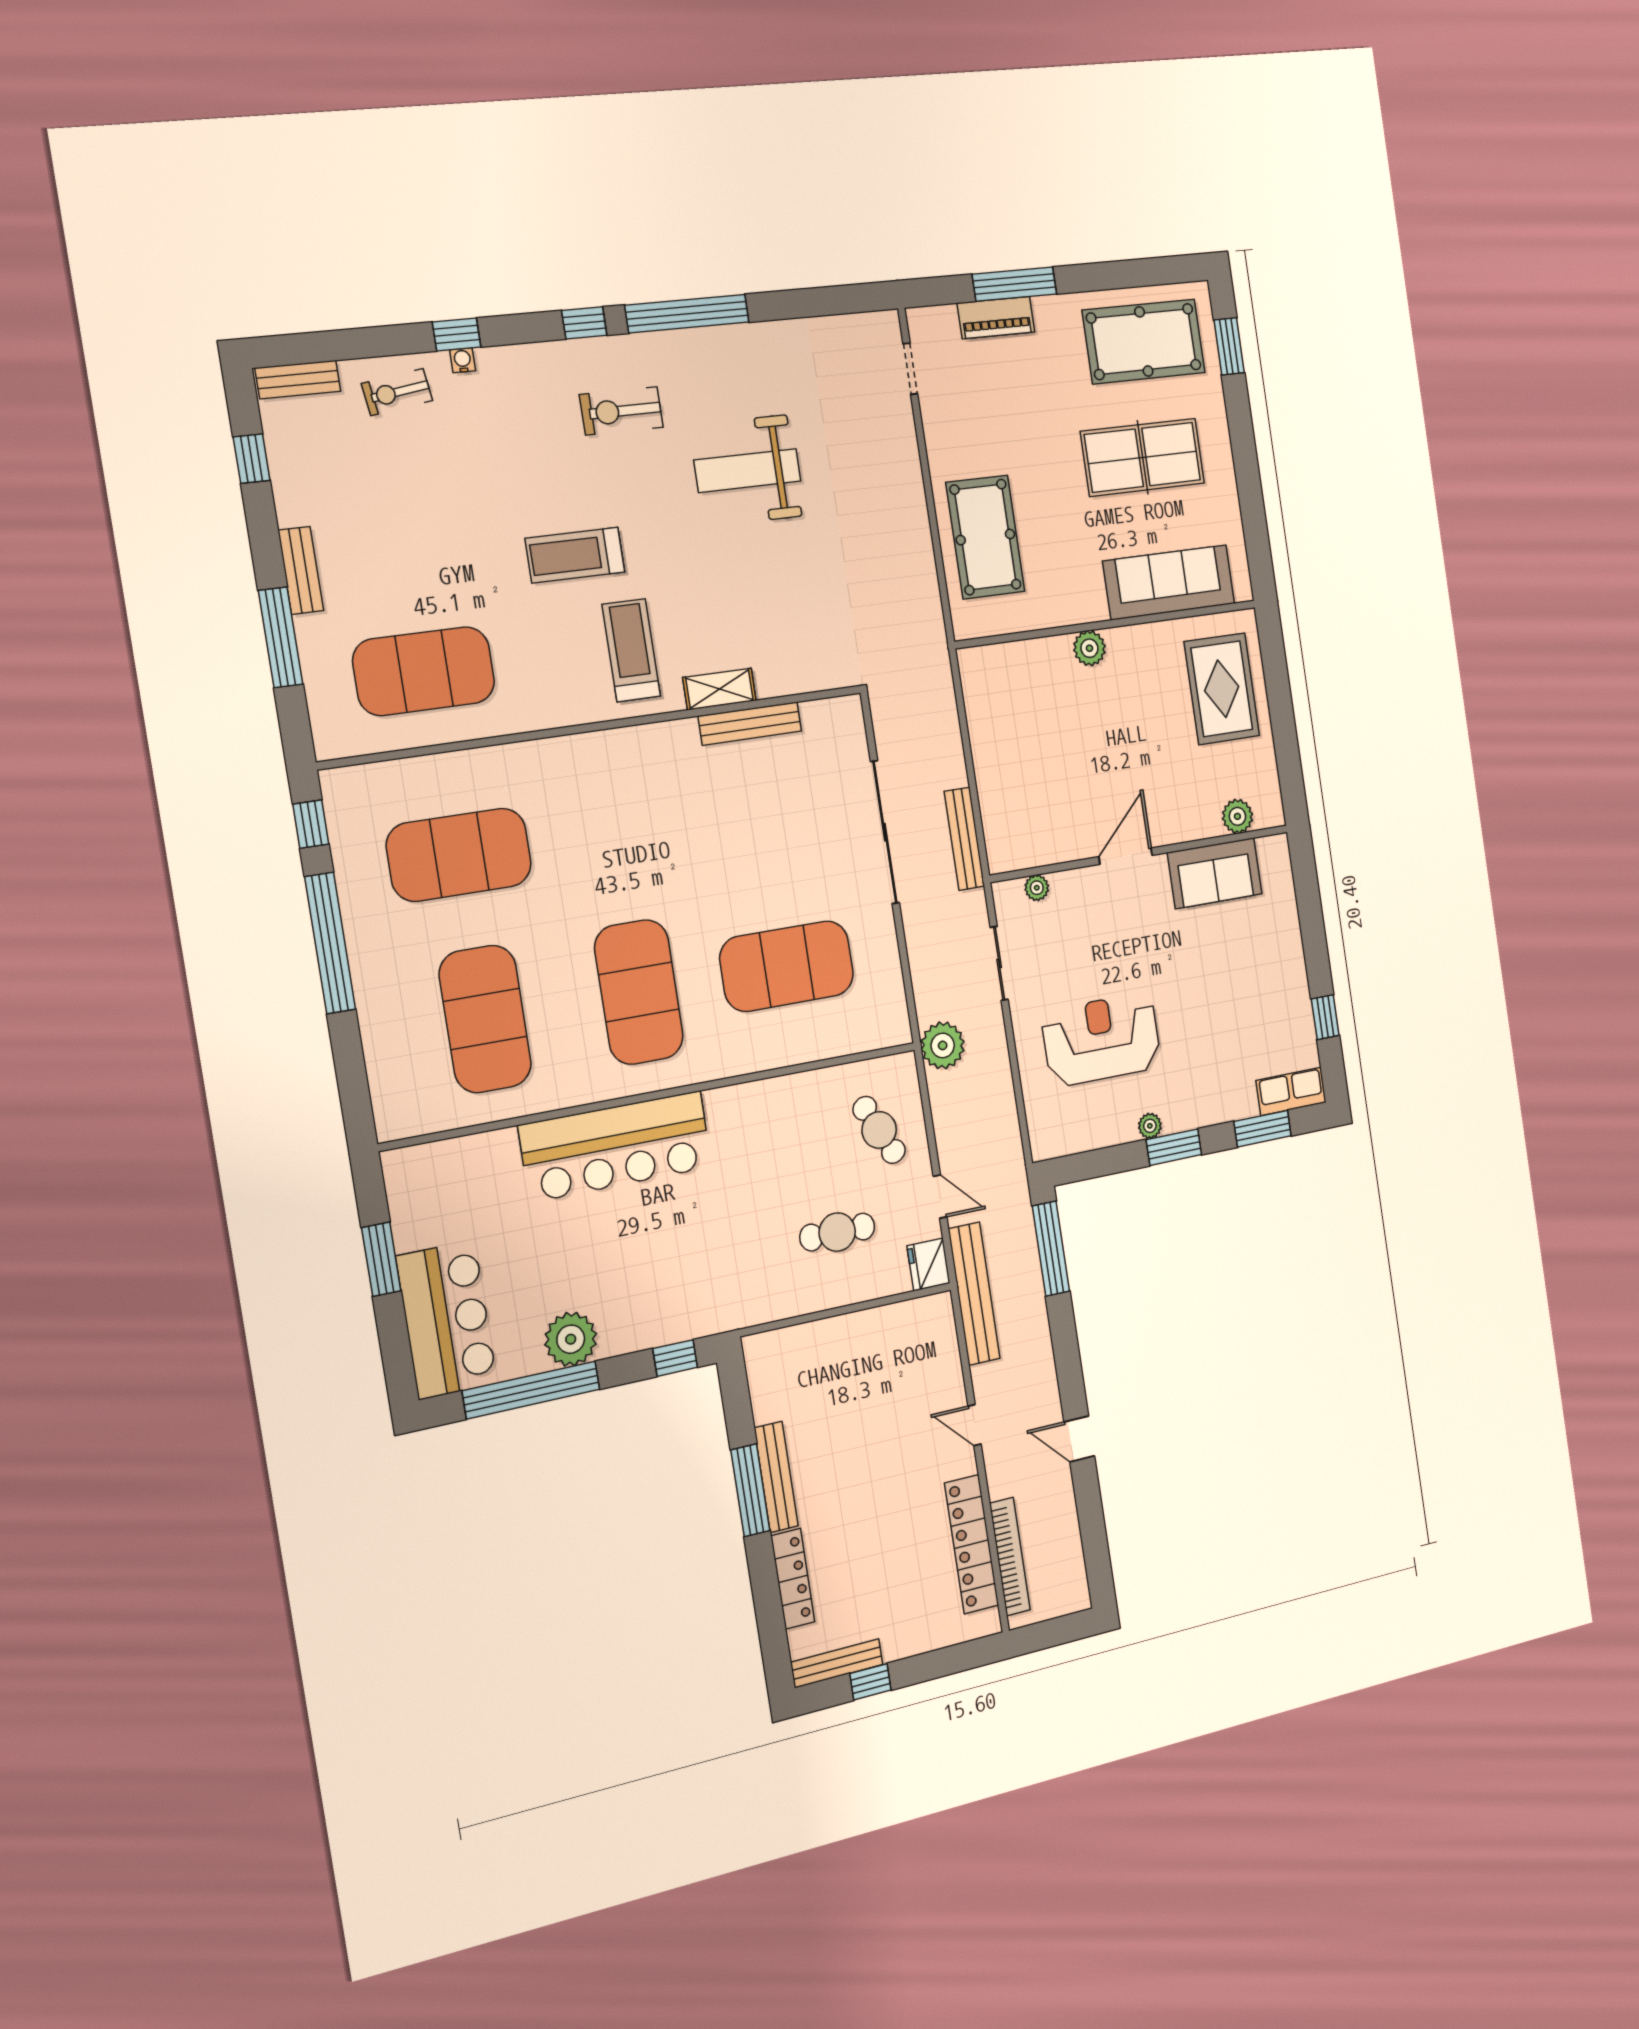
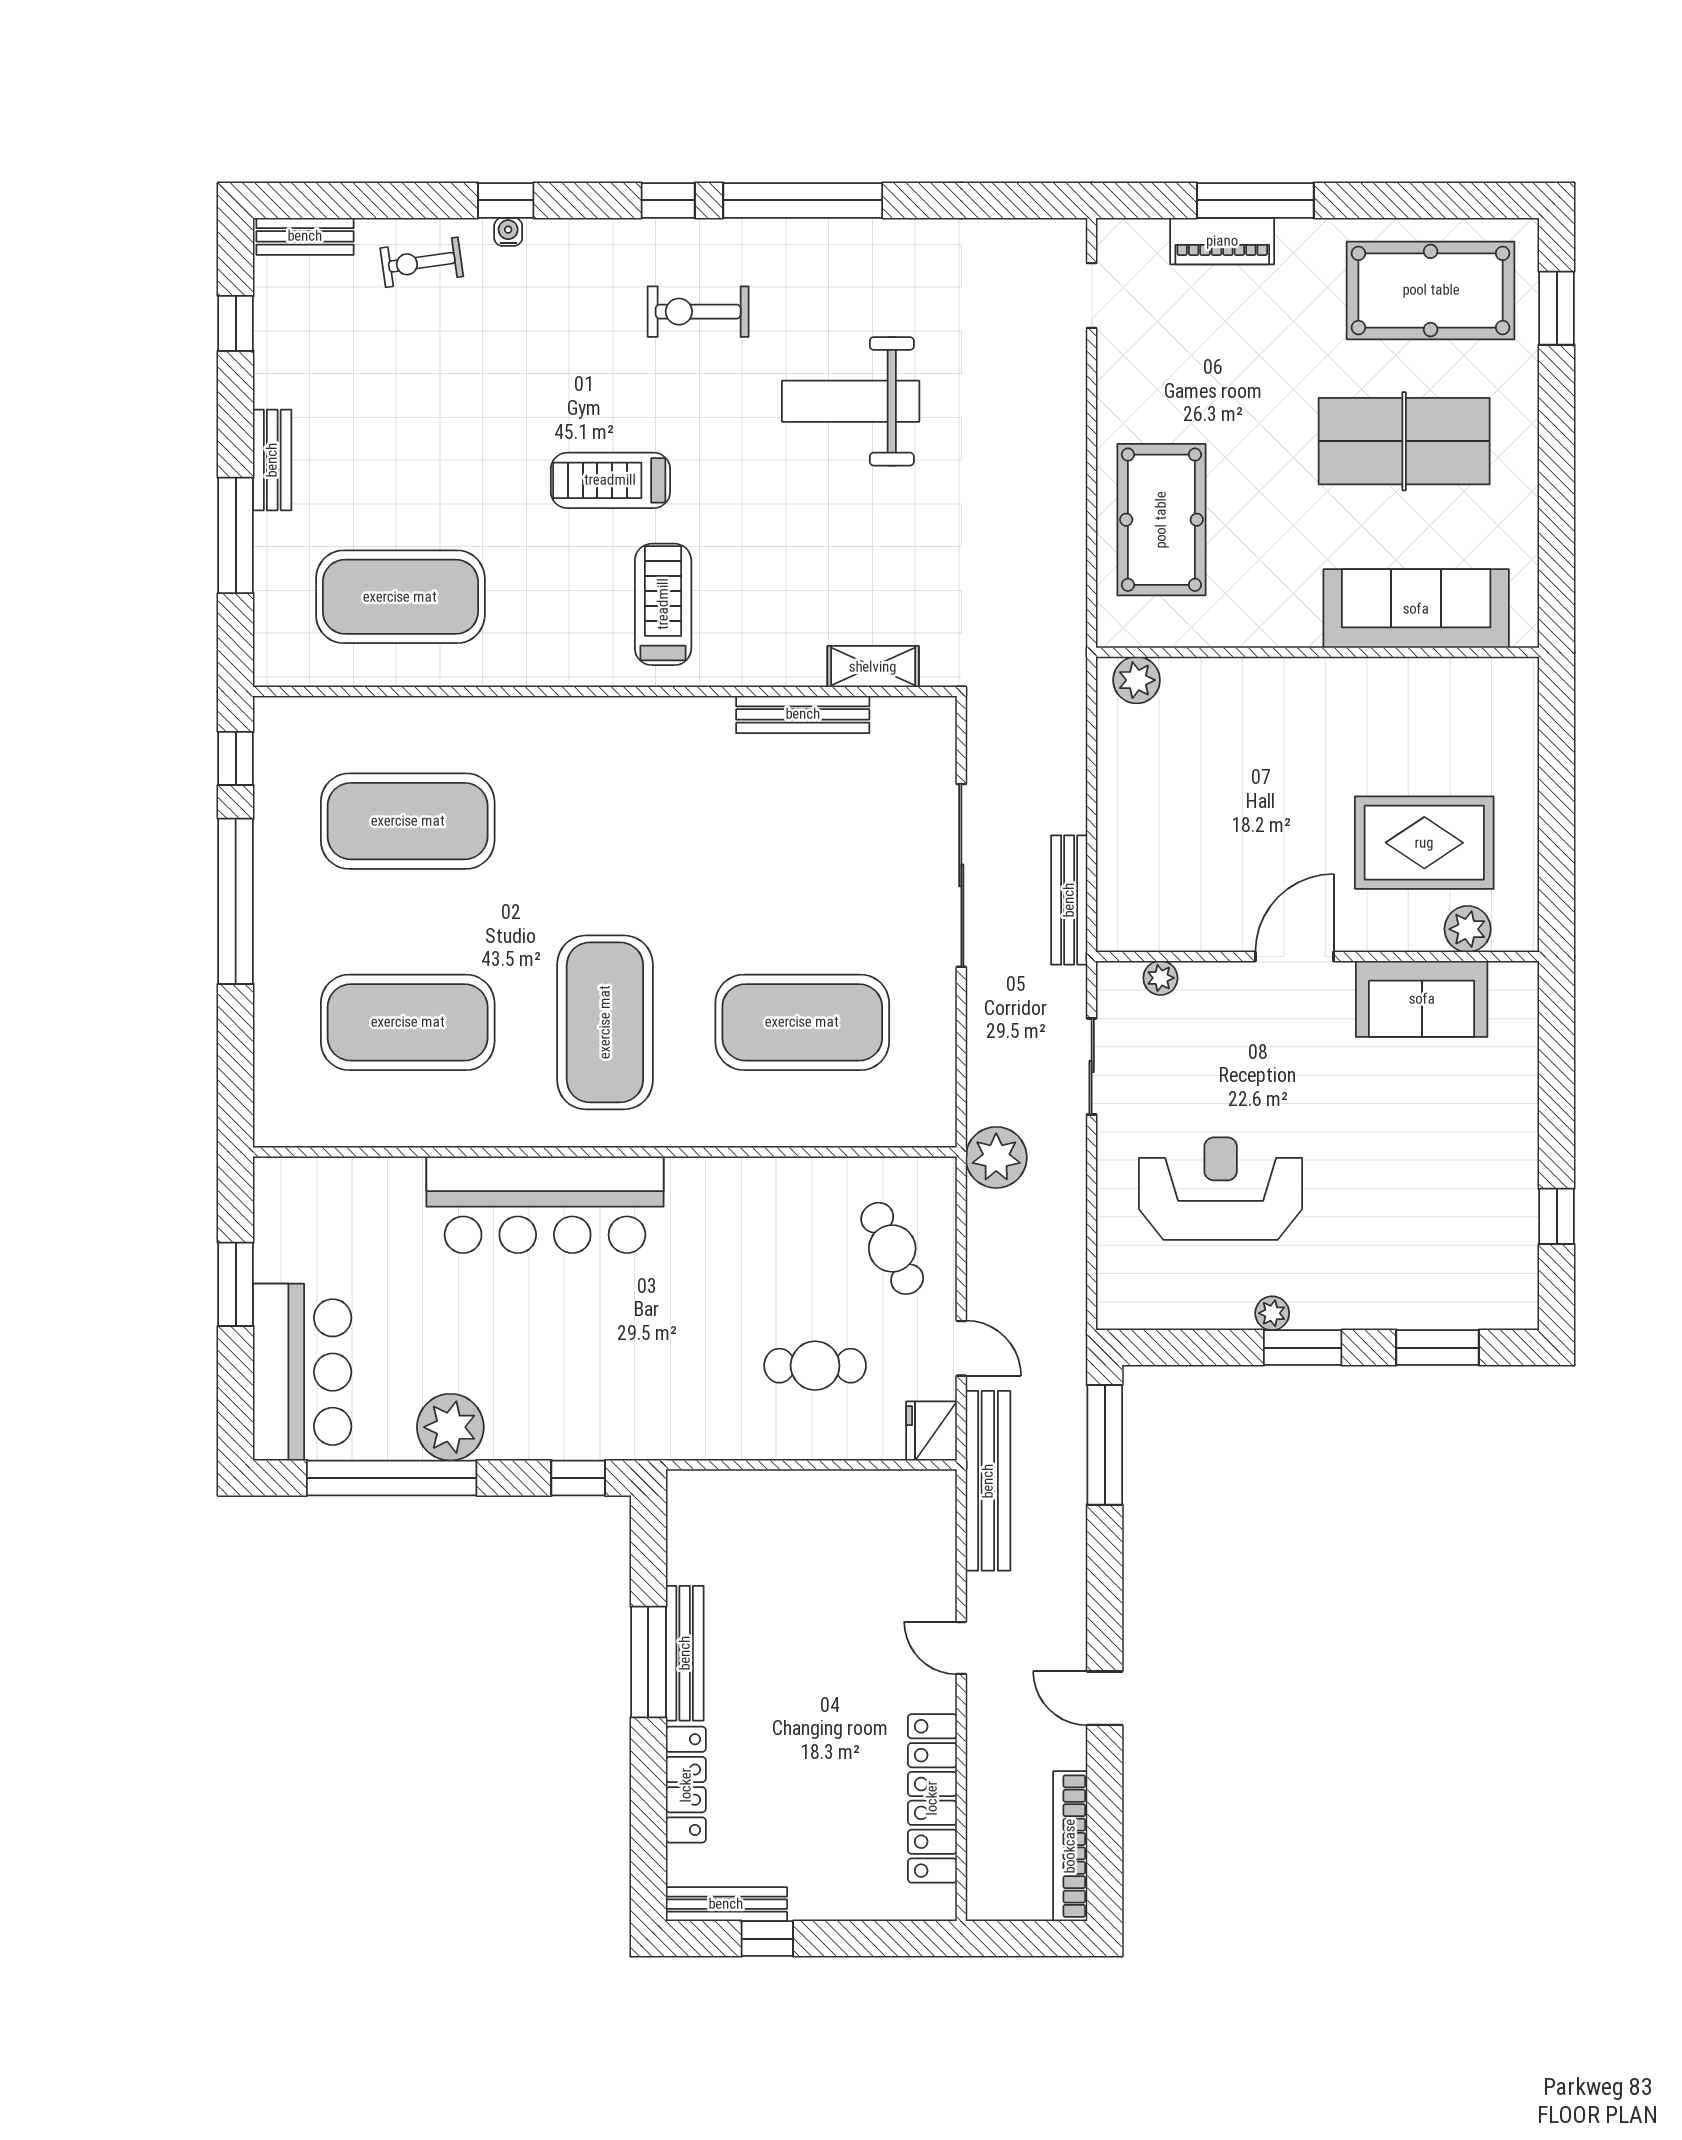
plant: (1089, 648) -> (1137, 680), moved
shelving: (719, 689) -> (873, 667), moved
rug: (1222, 689) -> (1424, 843), moved, turned 90
exercise mat: (485, 1019) -> (408, 1022), turned 90
row of seats: (1291, 1091) -> (1489, 1306), removed
bookcase: (1010, 1557) -> (1070, 1846), moved, turned 180

